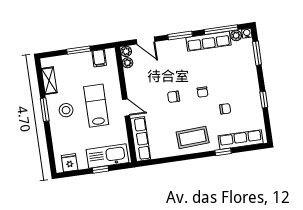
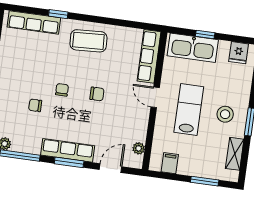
door: (145, 40) -> (111, 168), hinge flipped
row of seats: (208, 41) -> (68, 150), moved
window: (78, 50) -> (205, 181), moved
plant: (126, 51) -> (136, 162), removed
lab bench: (96, 106) -> (189, 109), turned 180
chair: (225, 109) -> (35, 105), moved

